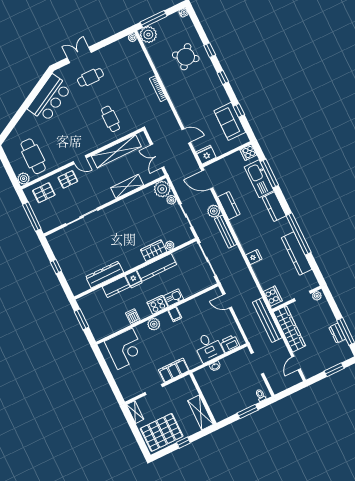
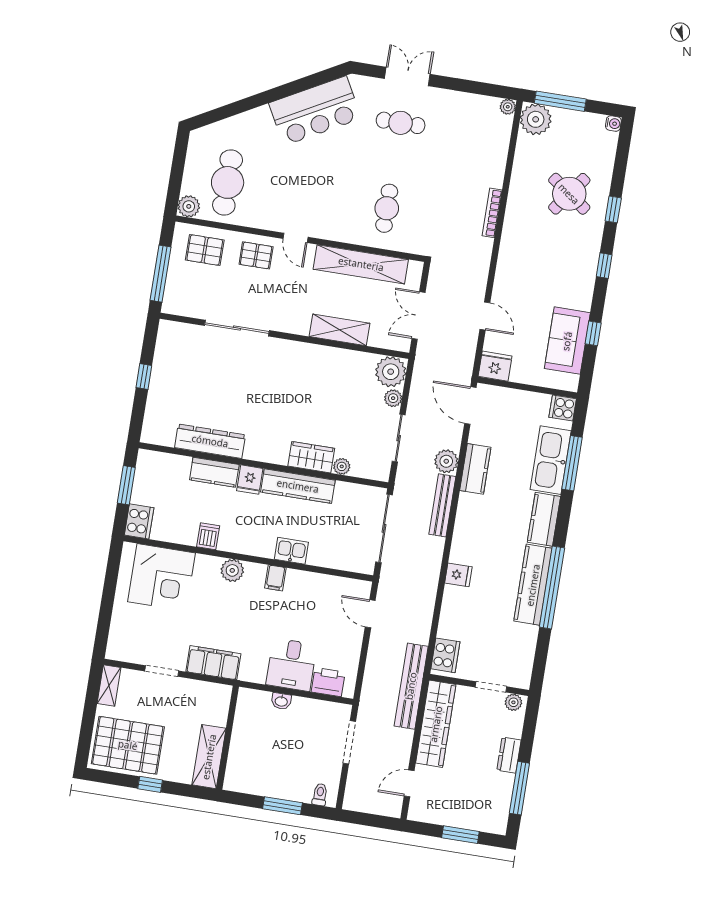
kitchen counter: (297, 253) -> (533, 585), moved
cooker: (157, 305) -> (139, 521), moved, turned 90
dresser: (337, 333) -> (509, 755), moved

